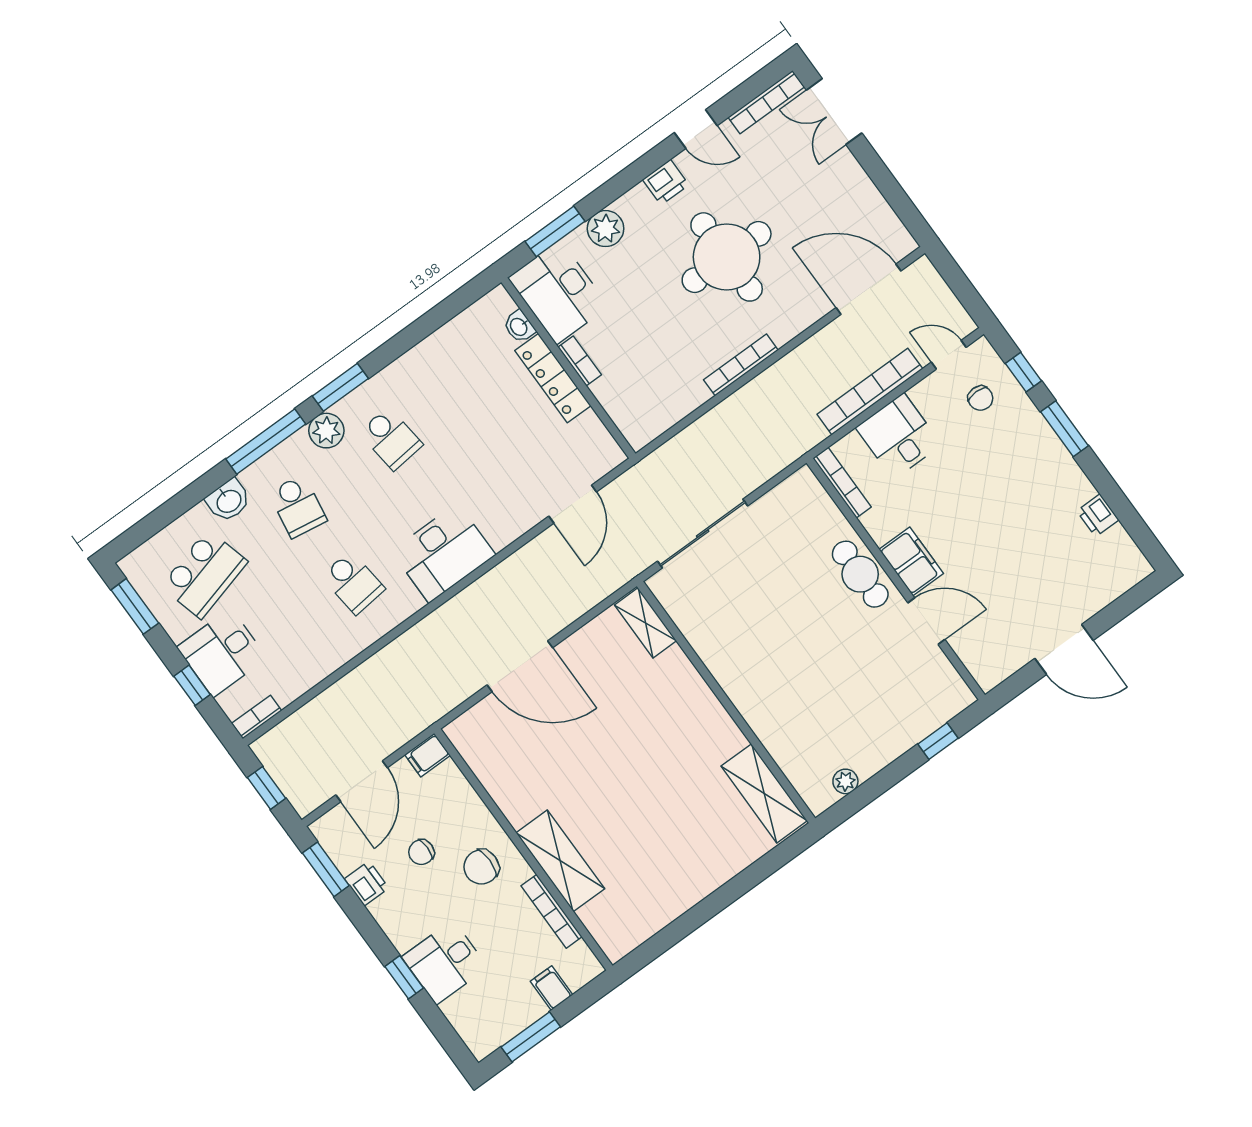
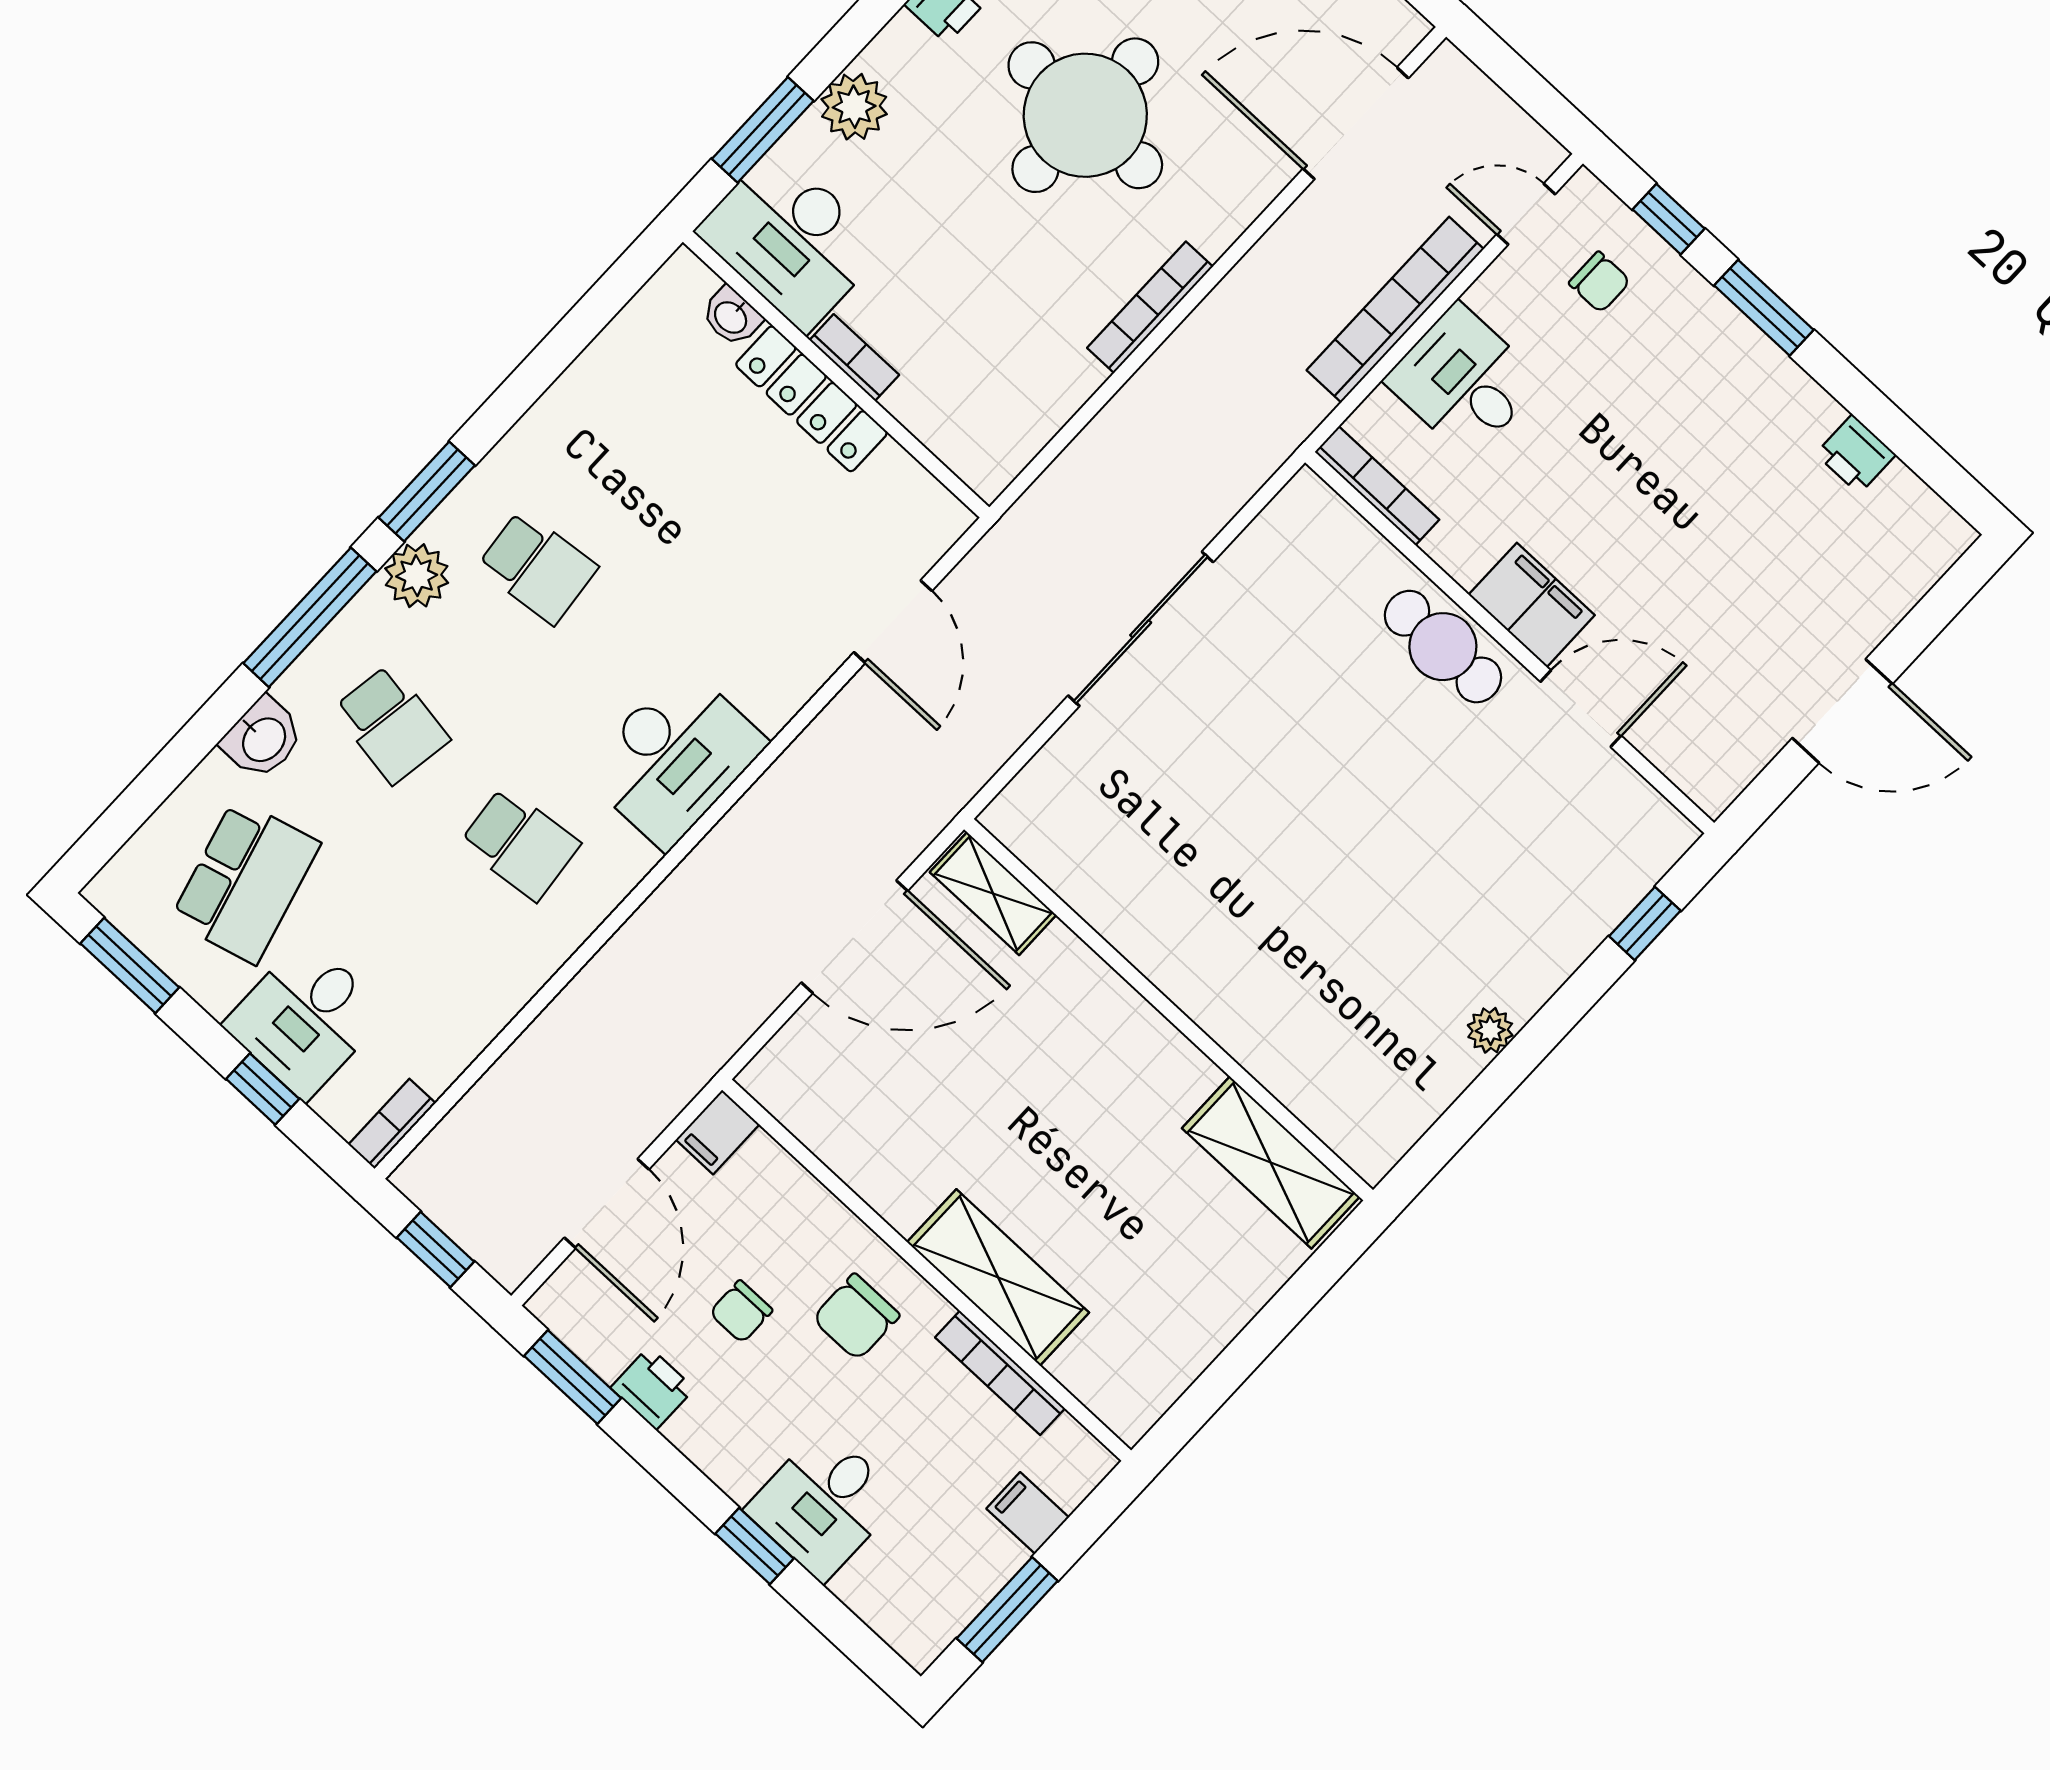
shelving: (646, 623) -> (993, 894), moved
wall: (726, 702) -> (1169, 1010), moved
shelving: (764, 793) -> (1271, 1163), moved

